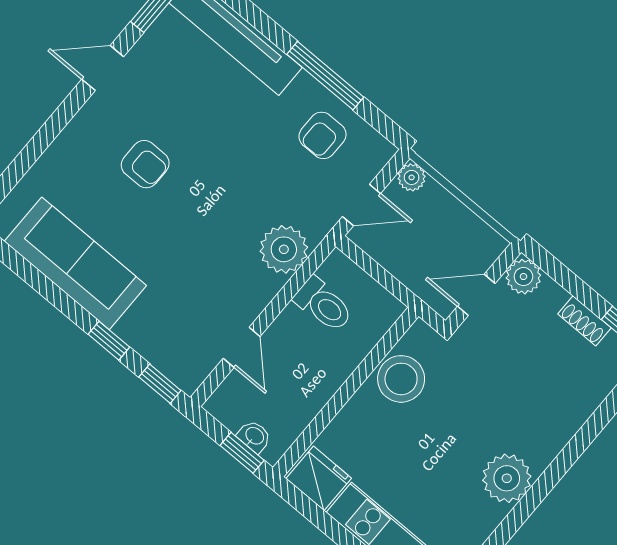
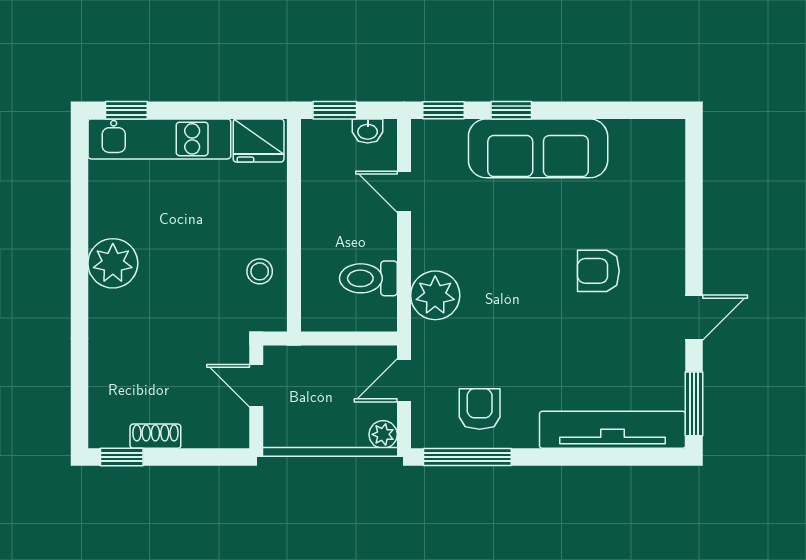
window: (325, 76) -> (467, 457), moved
sofa: (75, 263) -> (538, 148), moved
plant: (523, 277) -> (232, 431), removed
door: (476, 295) -> (256, 386), swing flipped
stool: (401, 379) -> (260, 271), width x0.53, depth x0.53
washbasin: (254, 436) -> (368, 131), moved

